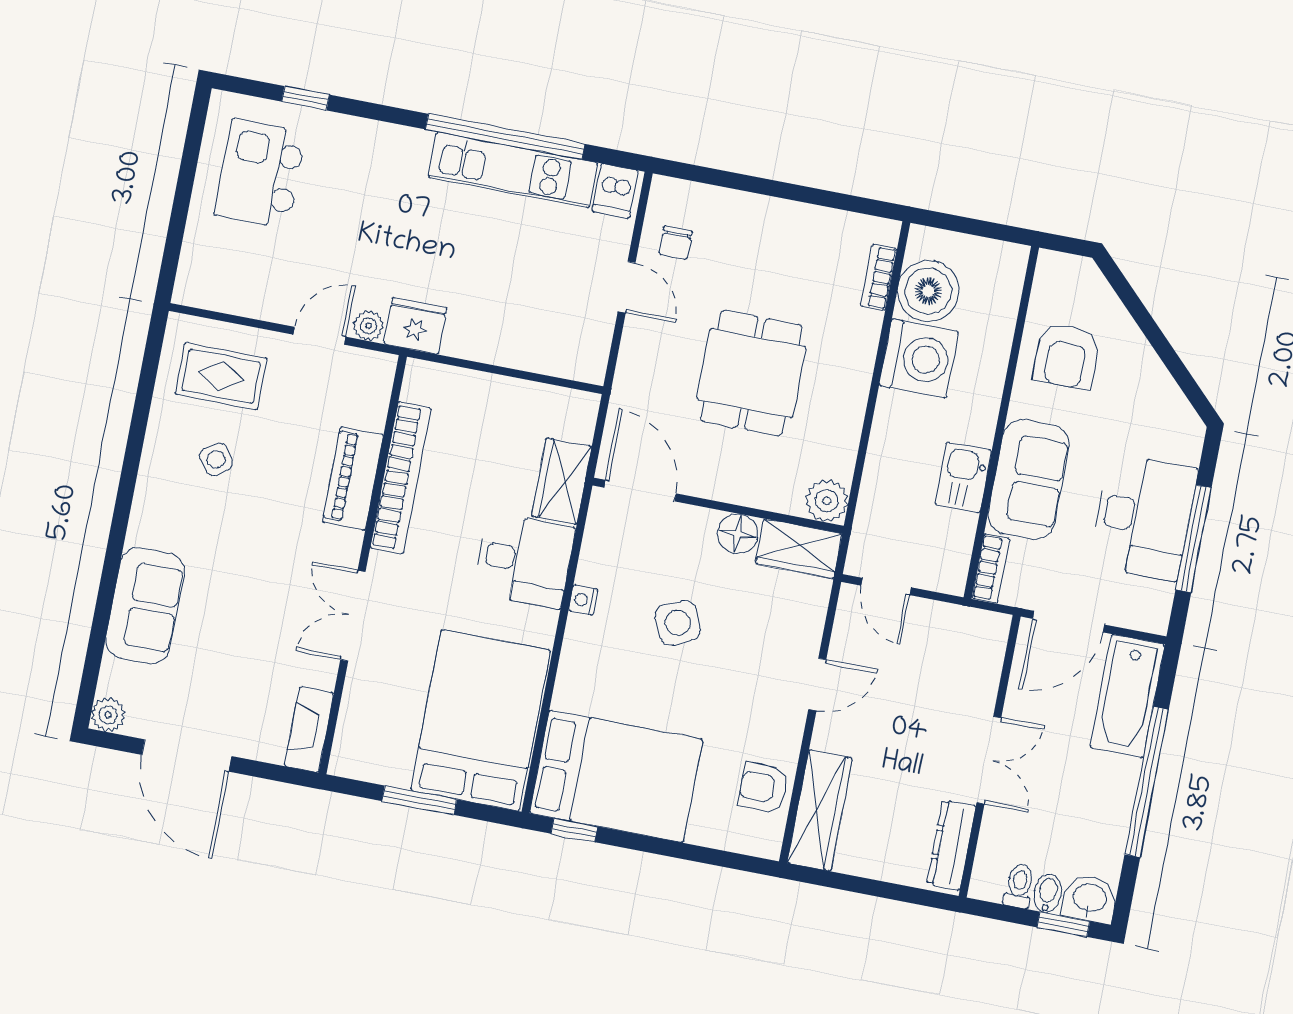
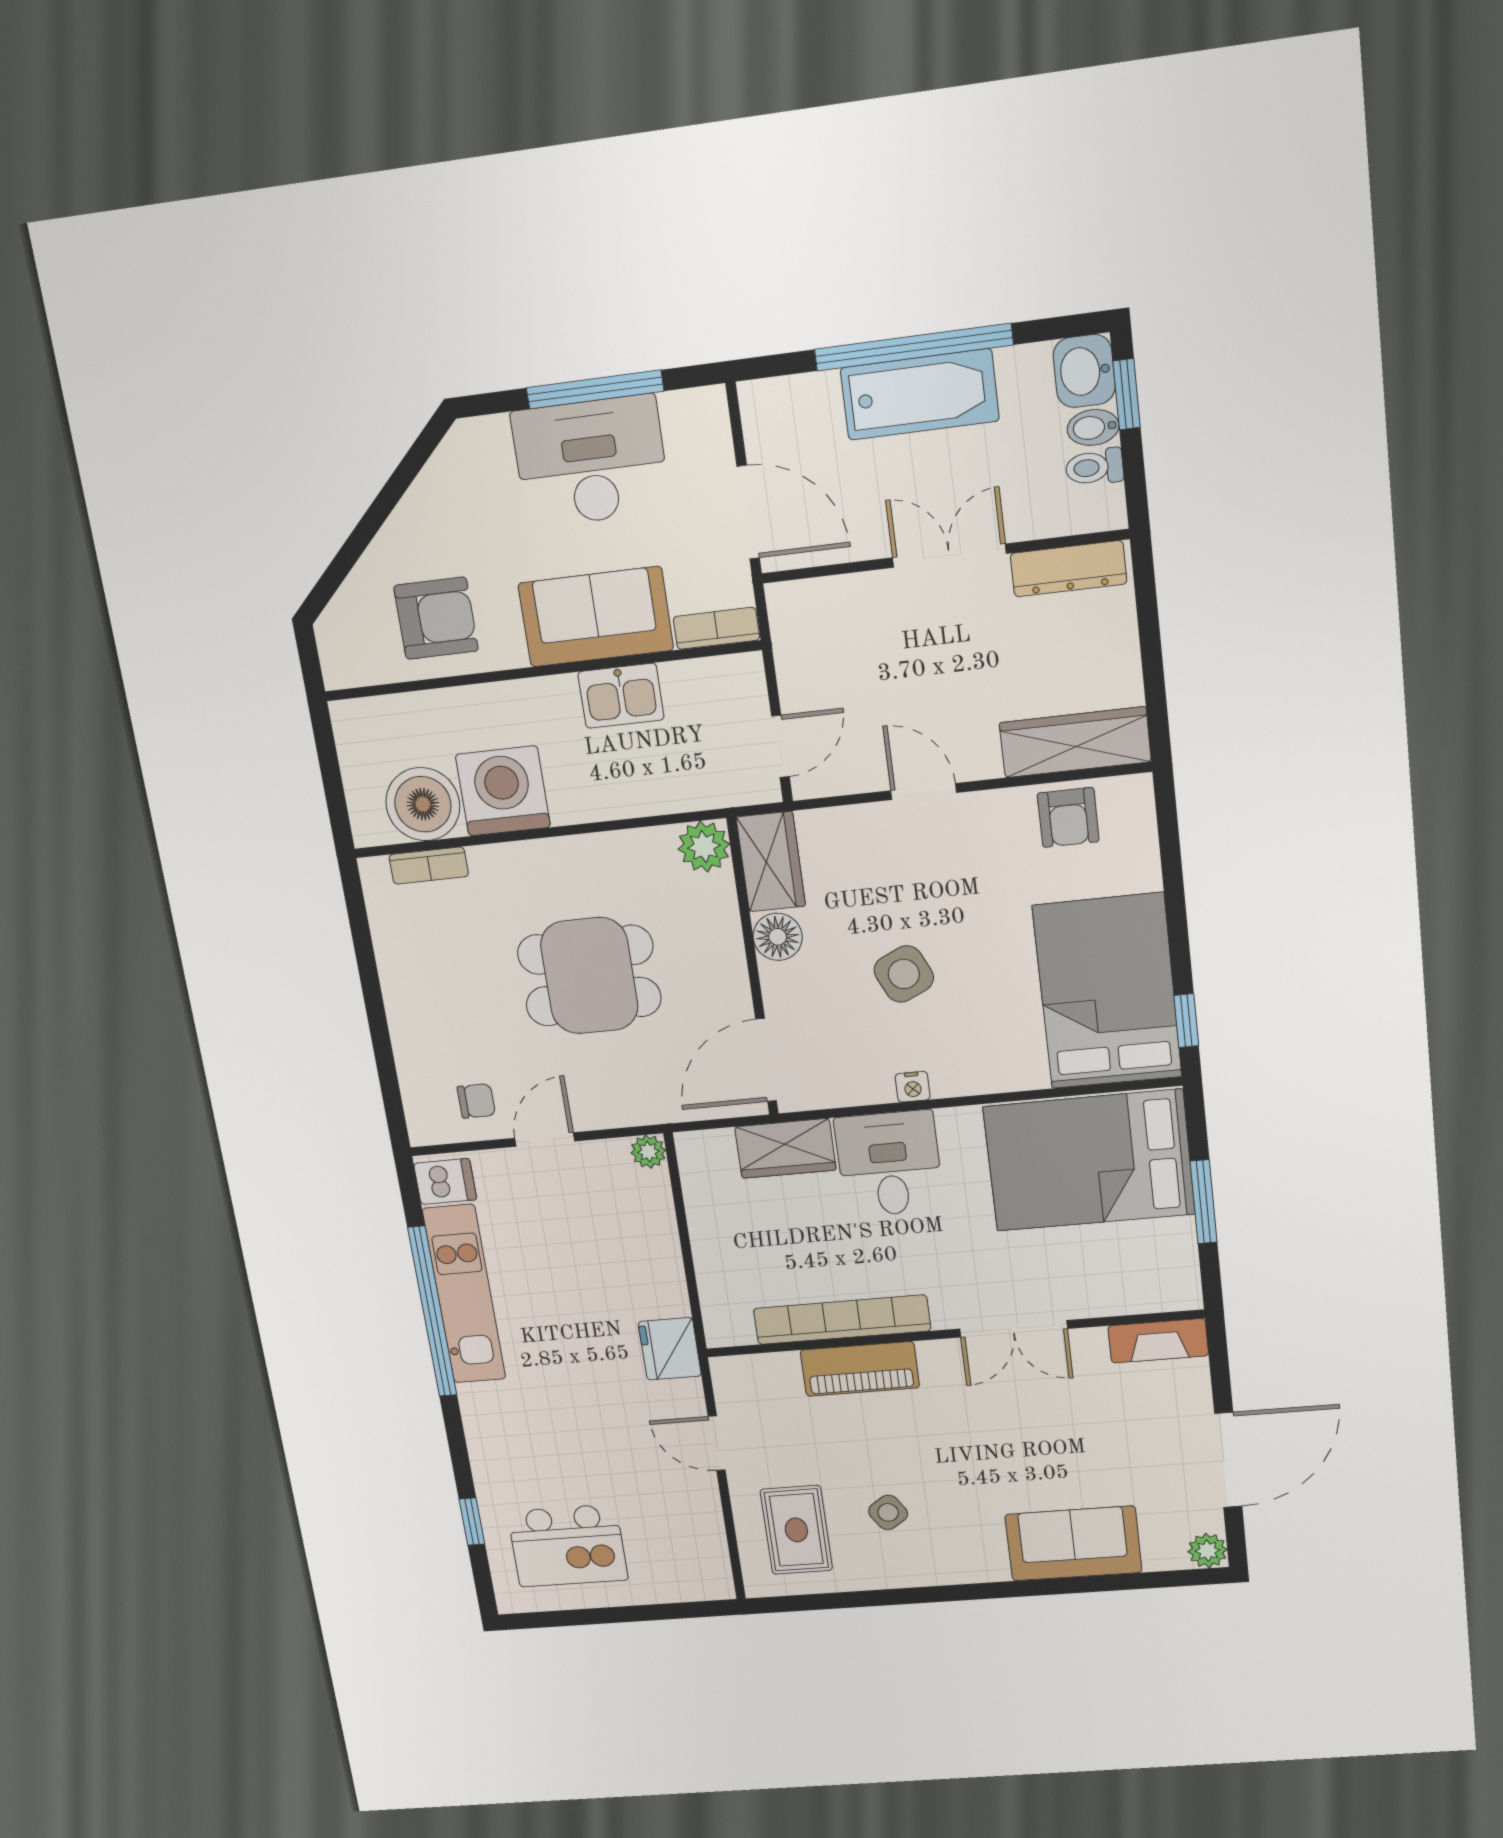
plant: (368, 326) -> (648, 1152), moved
bathtub: (1127, 696) -> (920, 394), moved

